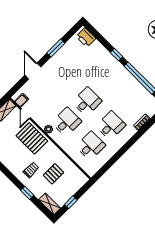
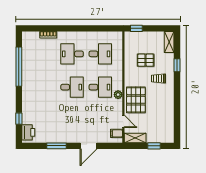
window: (117, 55) -> (19, 119), moved
desk: (87, 102) -> (72, 87), turned 180
door: (25, 114) -> (123, 121), hinge flipped
desk: (67, 122) -> (100, 87), turned 180
desk: (91, 146) -> (100, 54), turned 180
window: (71, 202) -> (136, 28), moved

